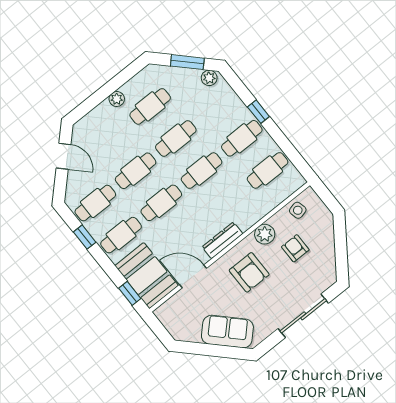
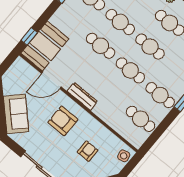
side table: (298, 210) -> (124, 156), moved
plant: (265, 234) -> (93, 126), removed
cafe table: (121, 235) -> (71, 21), removed
armchair: (249, 272) -> (63, 121), turned 90
door: (193, 276) -> (51, 80), swing flipped

